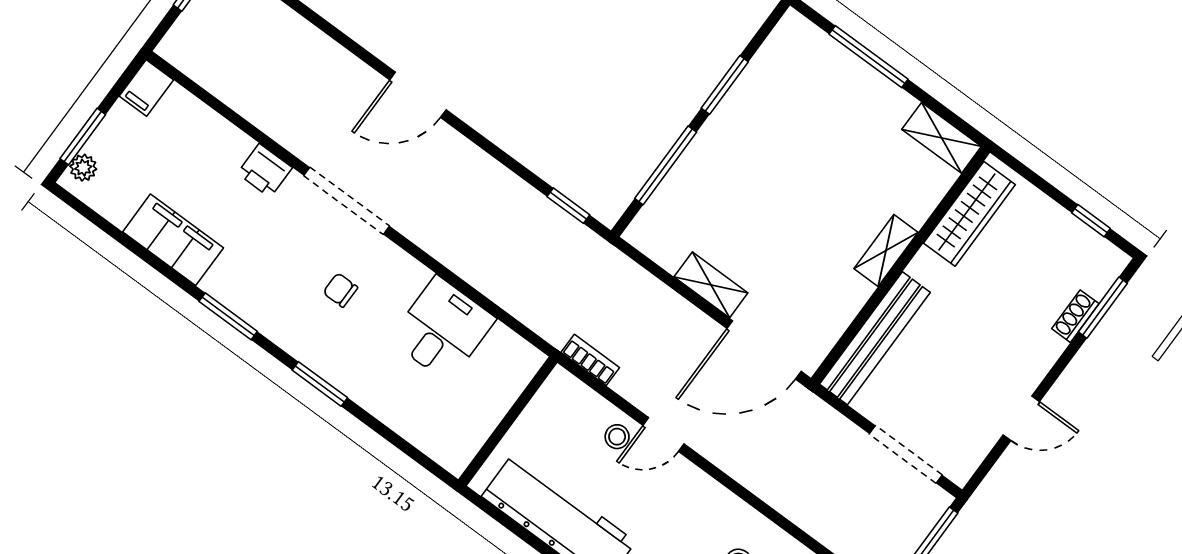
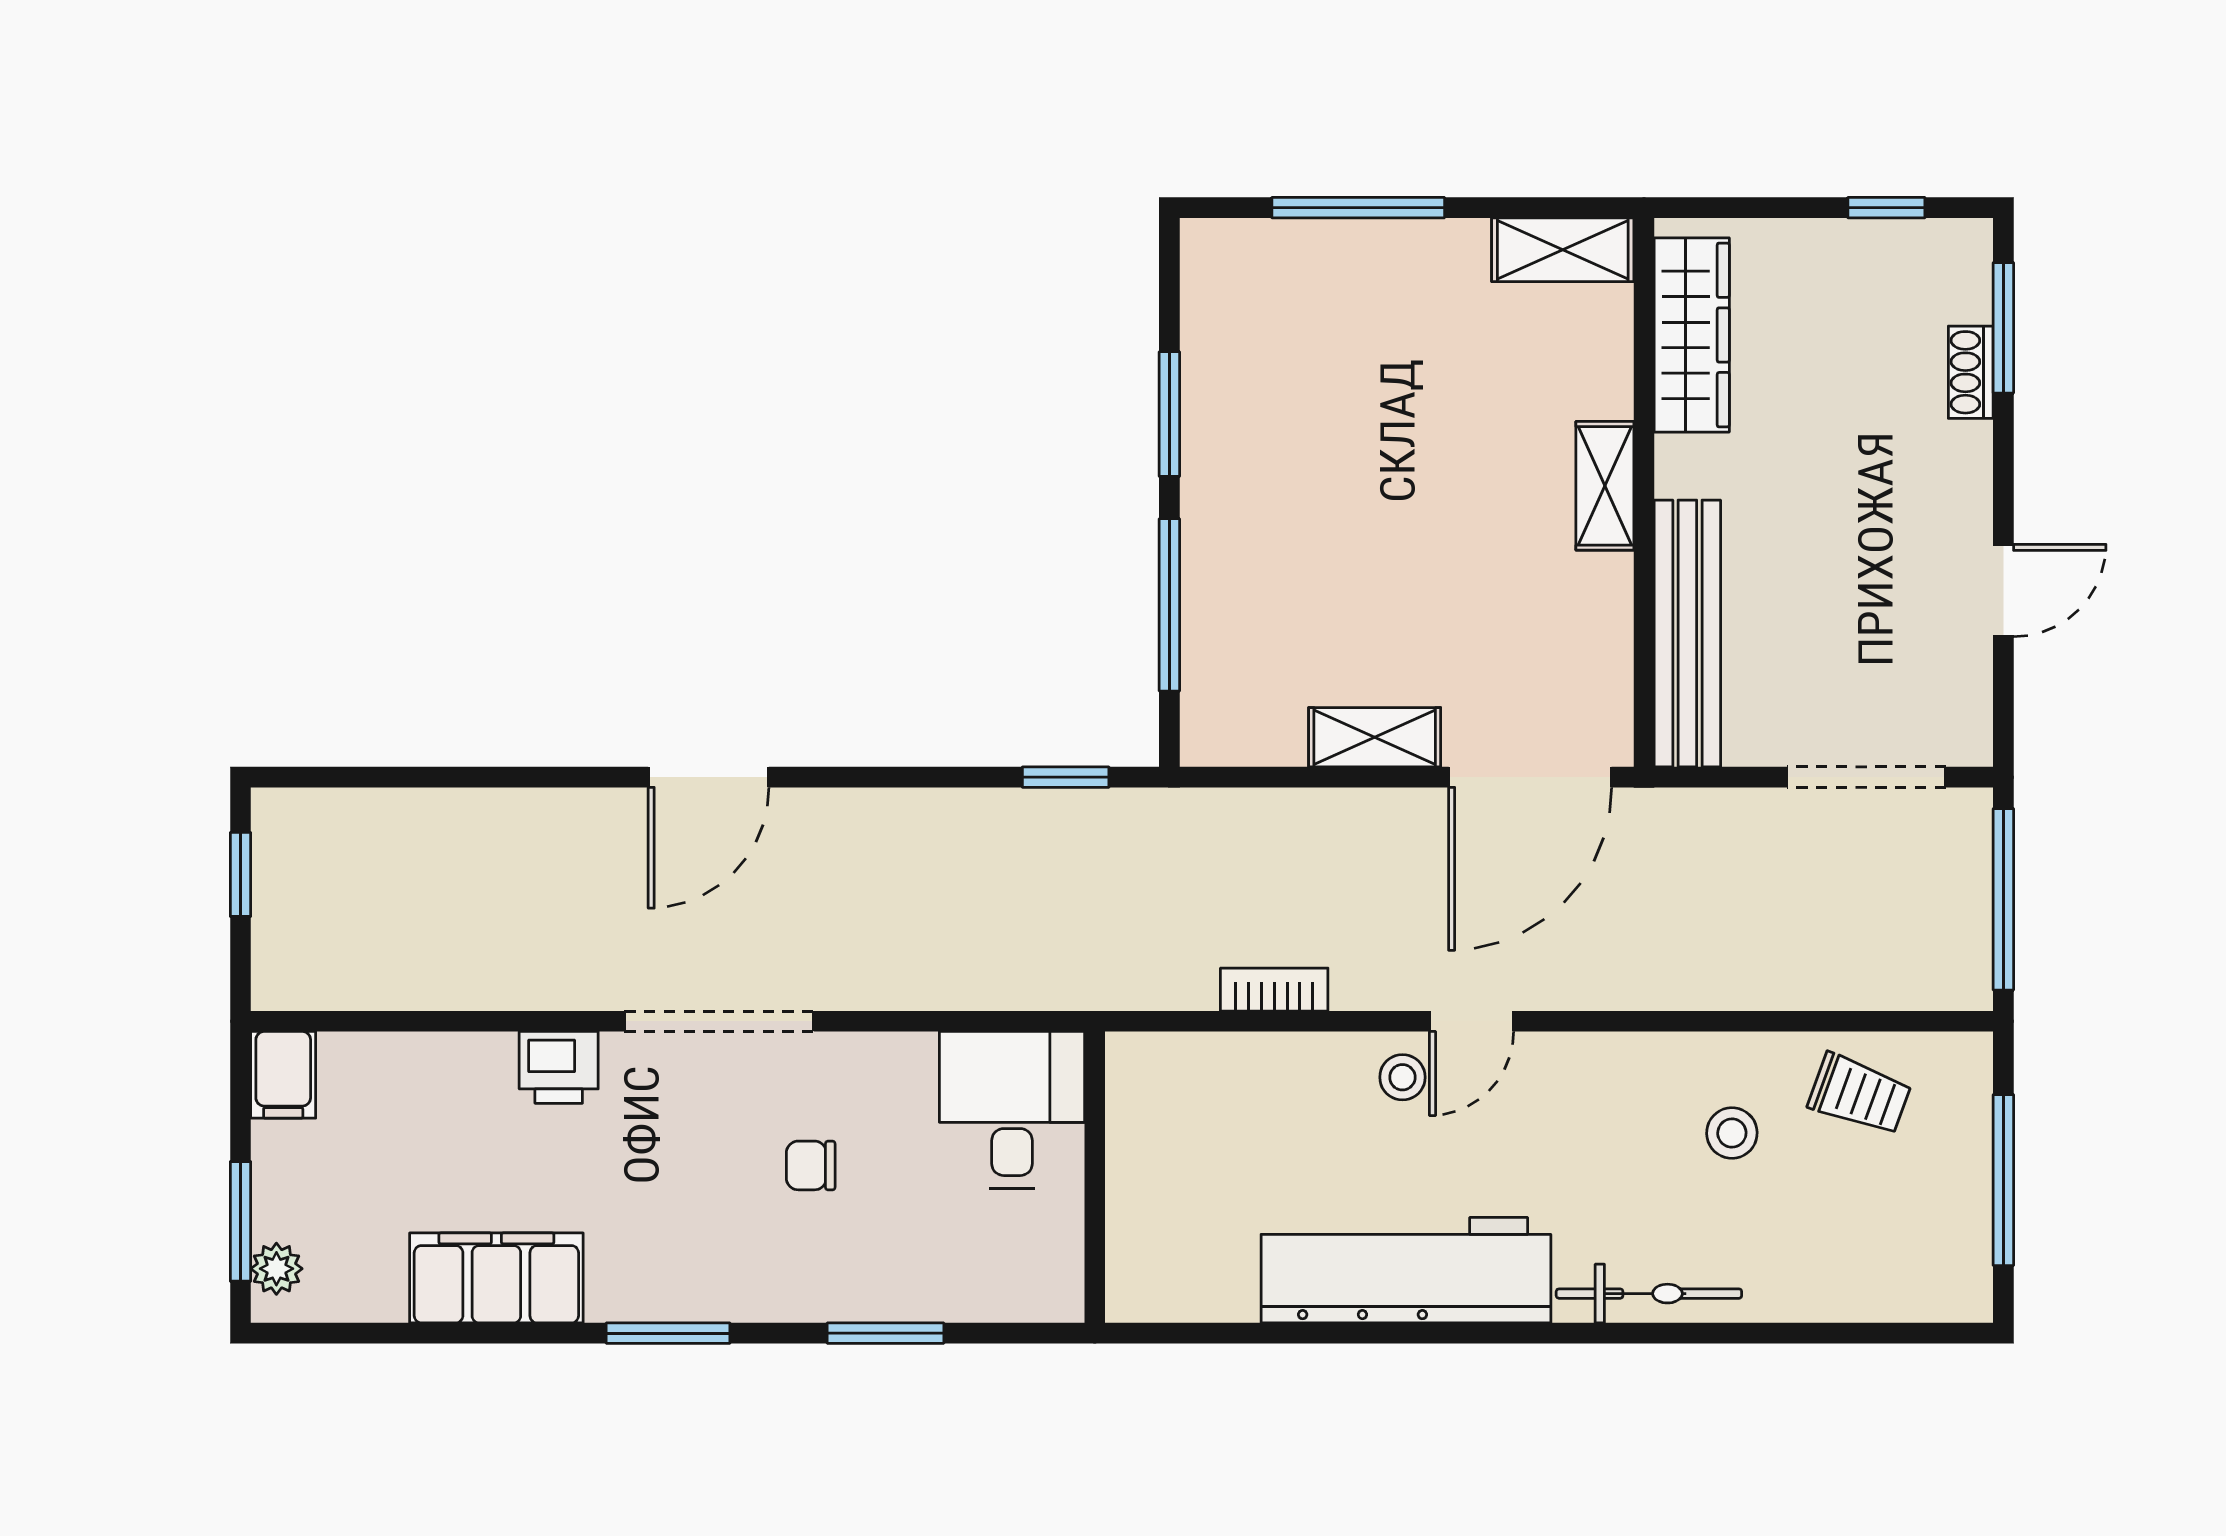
wall: (508, 421) -> (1095, 1177), moved

